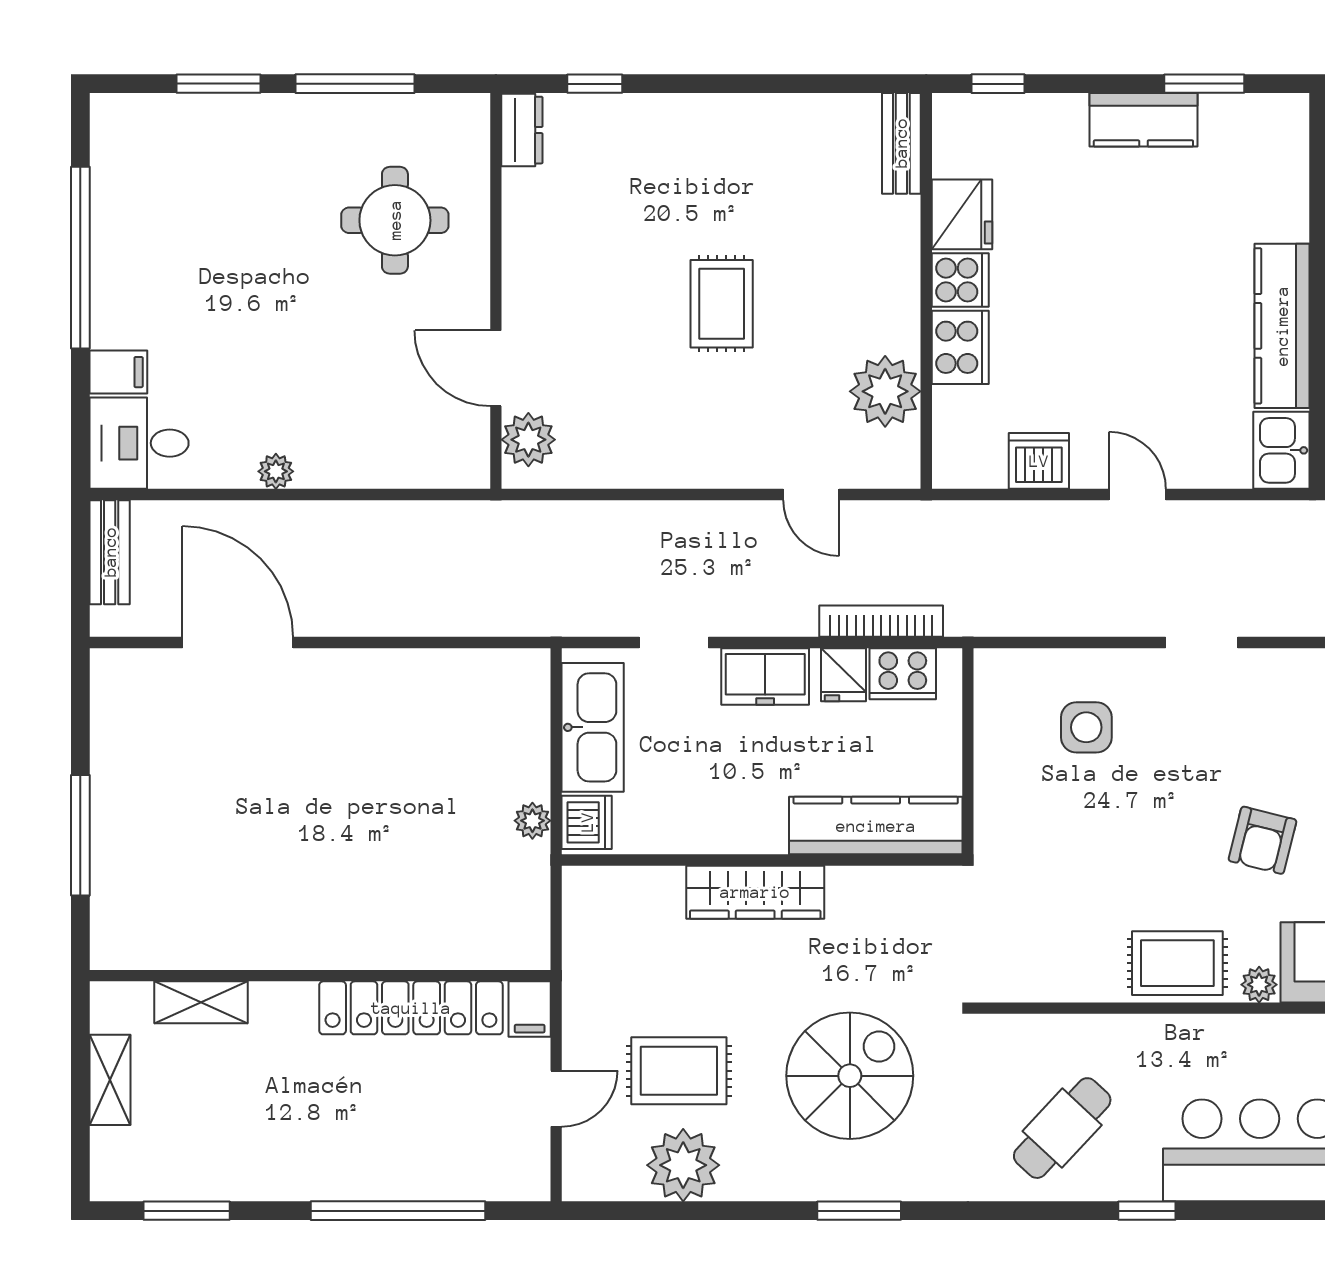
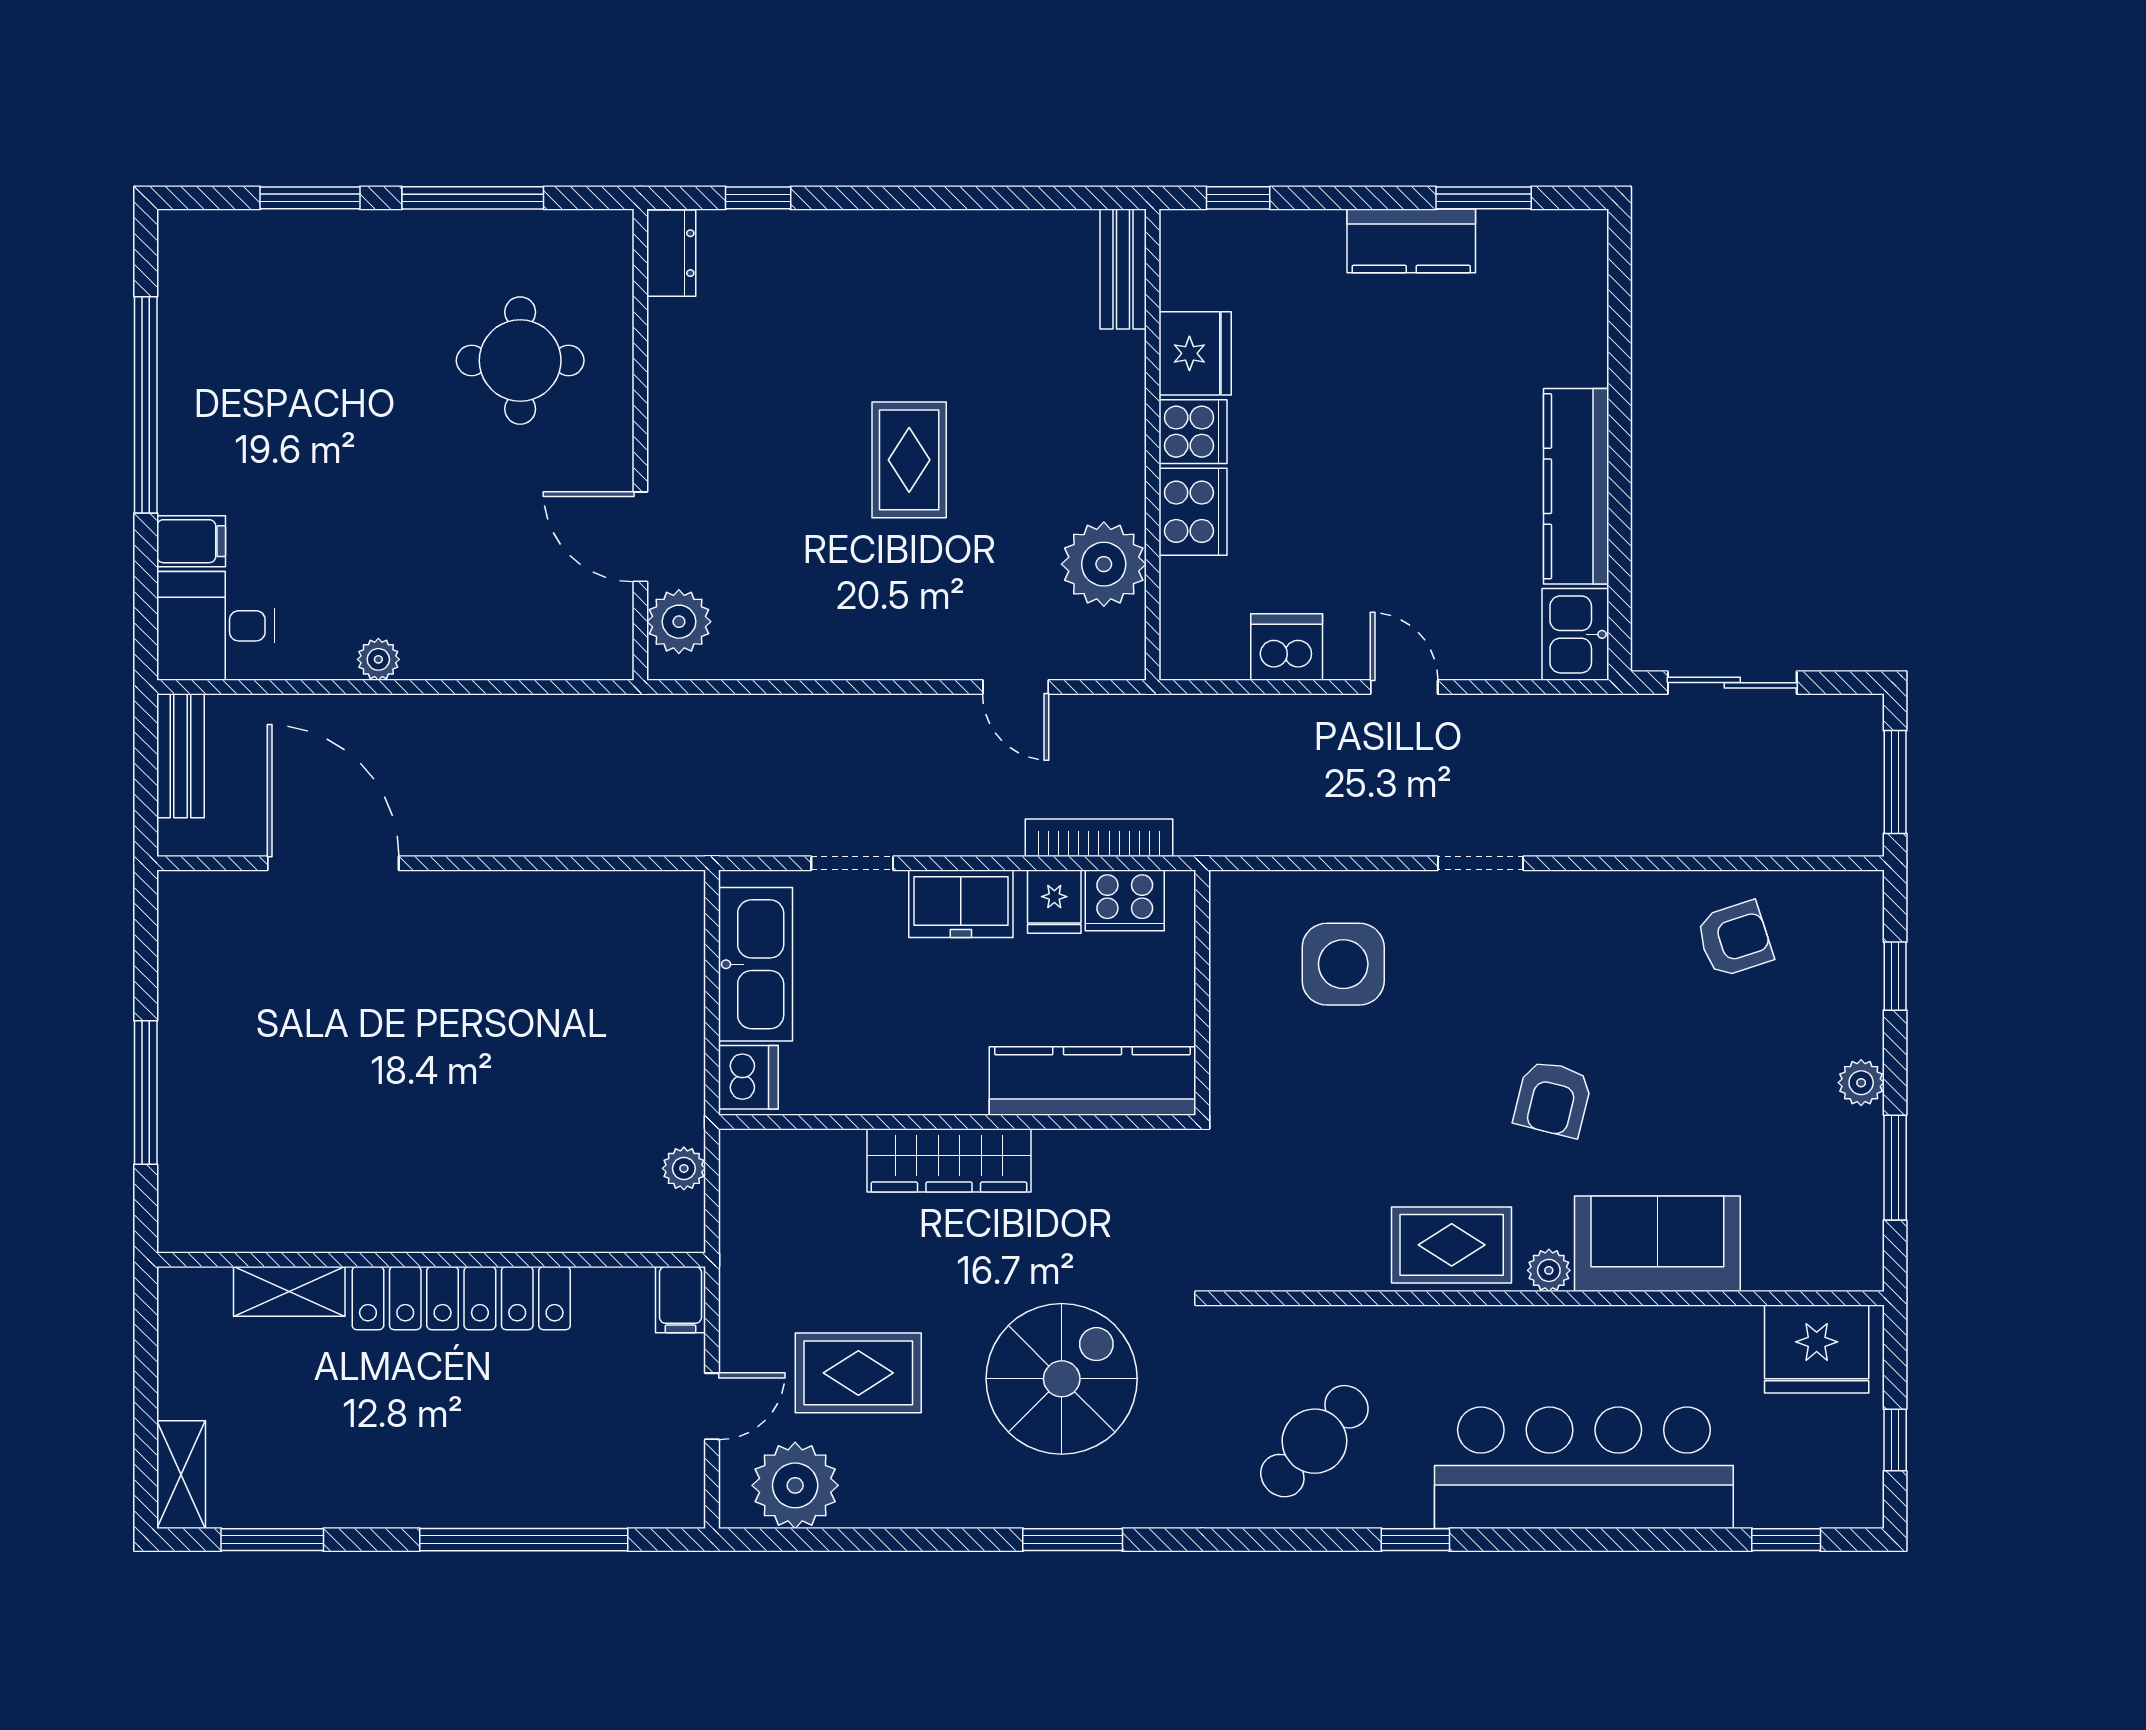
side table: (1086, 727) -> (1343, 964), width x1.37, depth x1.37
plant: (532, 821) -> (684, 1168), moved
locker: (411, 1008) -> (461, 1298), moved
shelving: (110, 1080) -> (181, 1475), moved
plant: (683, 1165) -> (795, 1485), moved

